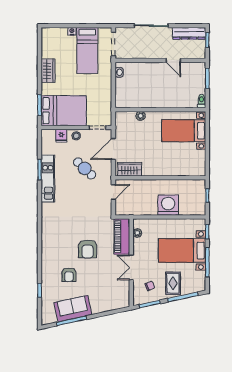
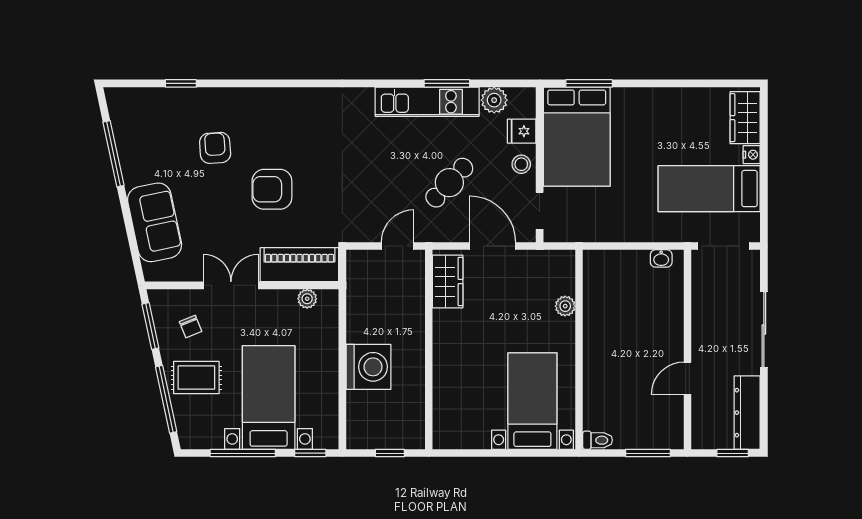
wardrobe: (48, 71) -> (745, 118), moved, turned 90
plant: (47, 148) -> (494, 100), added
door: (113, 192) -> (398, 246), swing flipped
armchair: (69, 275) -> (215, 148), turned 86
sofa: (73, 309) -> (155, 222), moved

